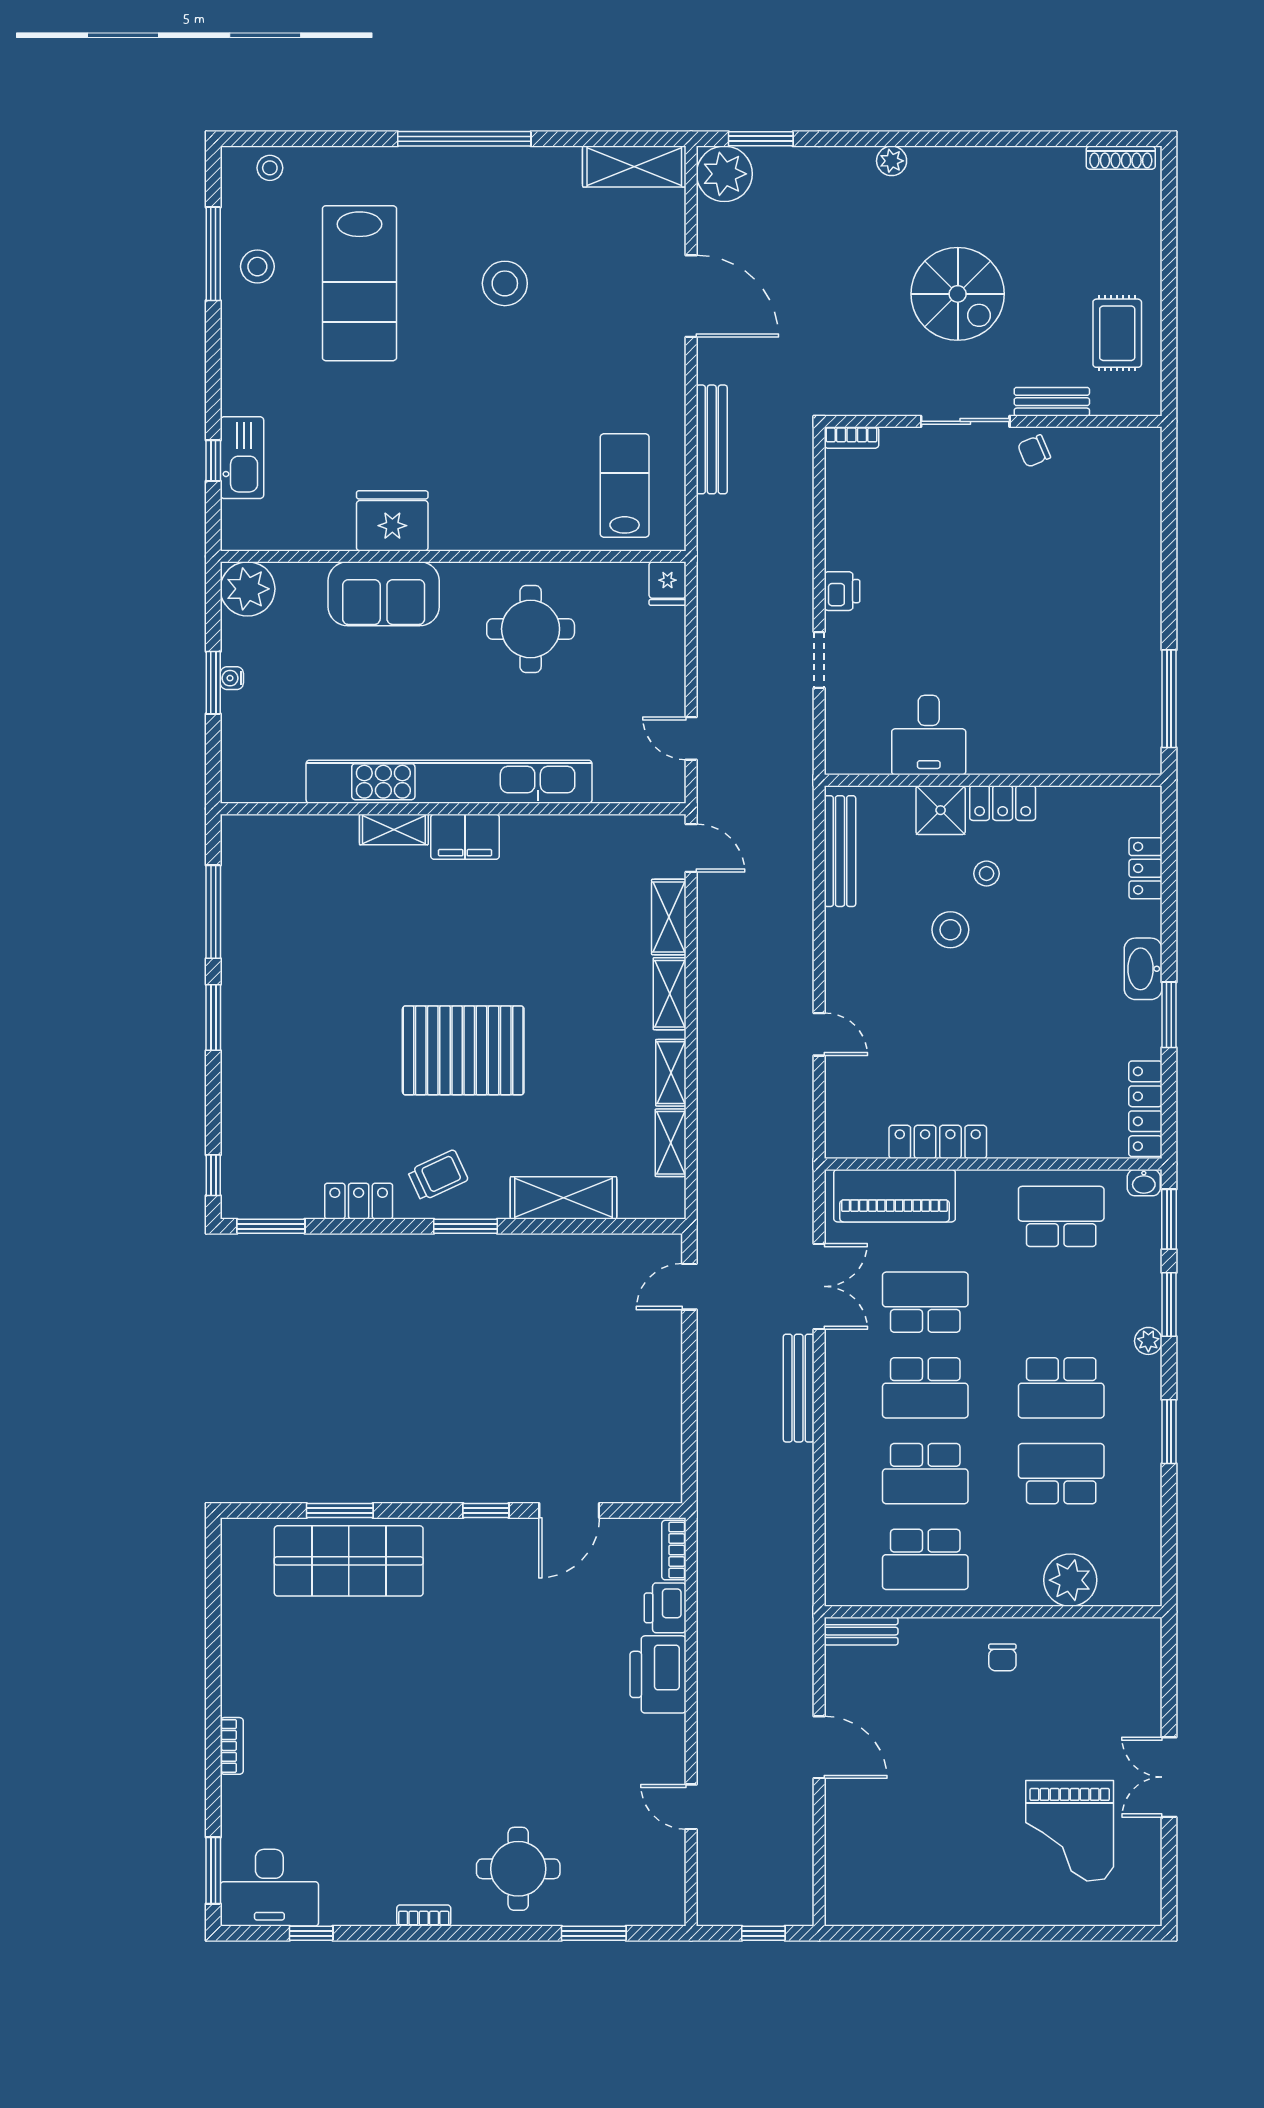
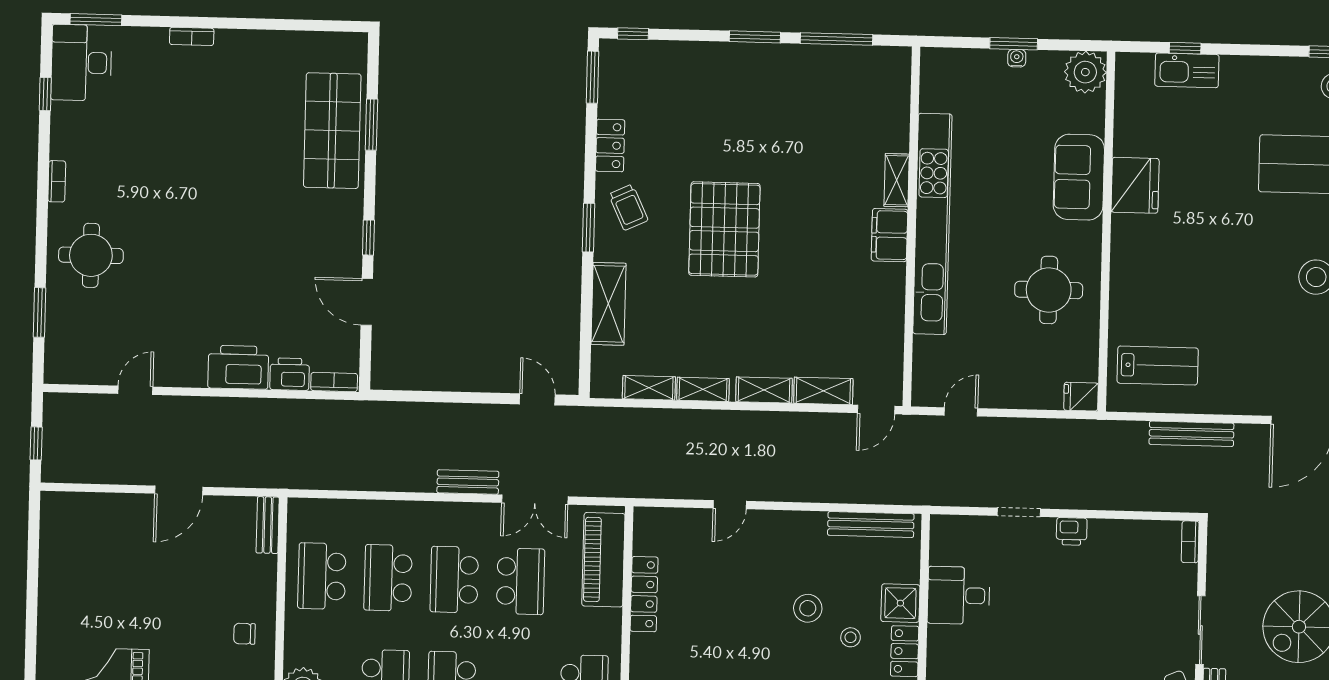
bench: (799, 1388) -> (468, 482), width x0.73

